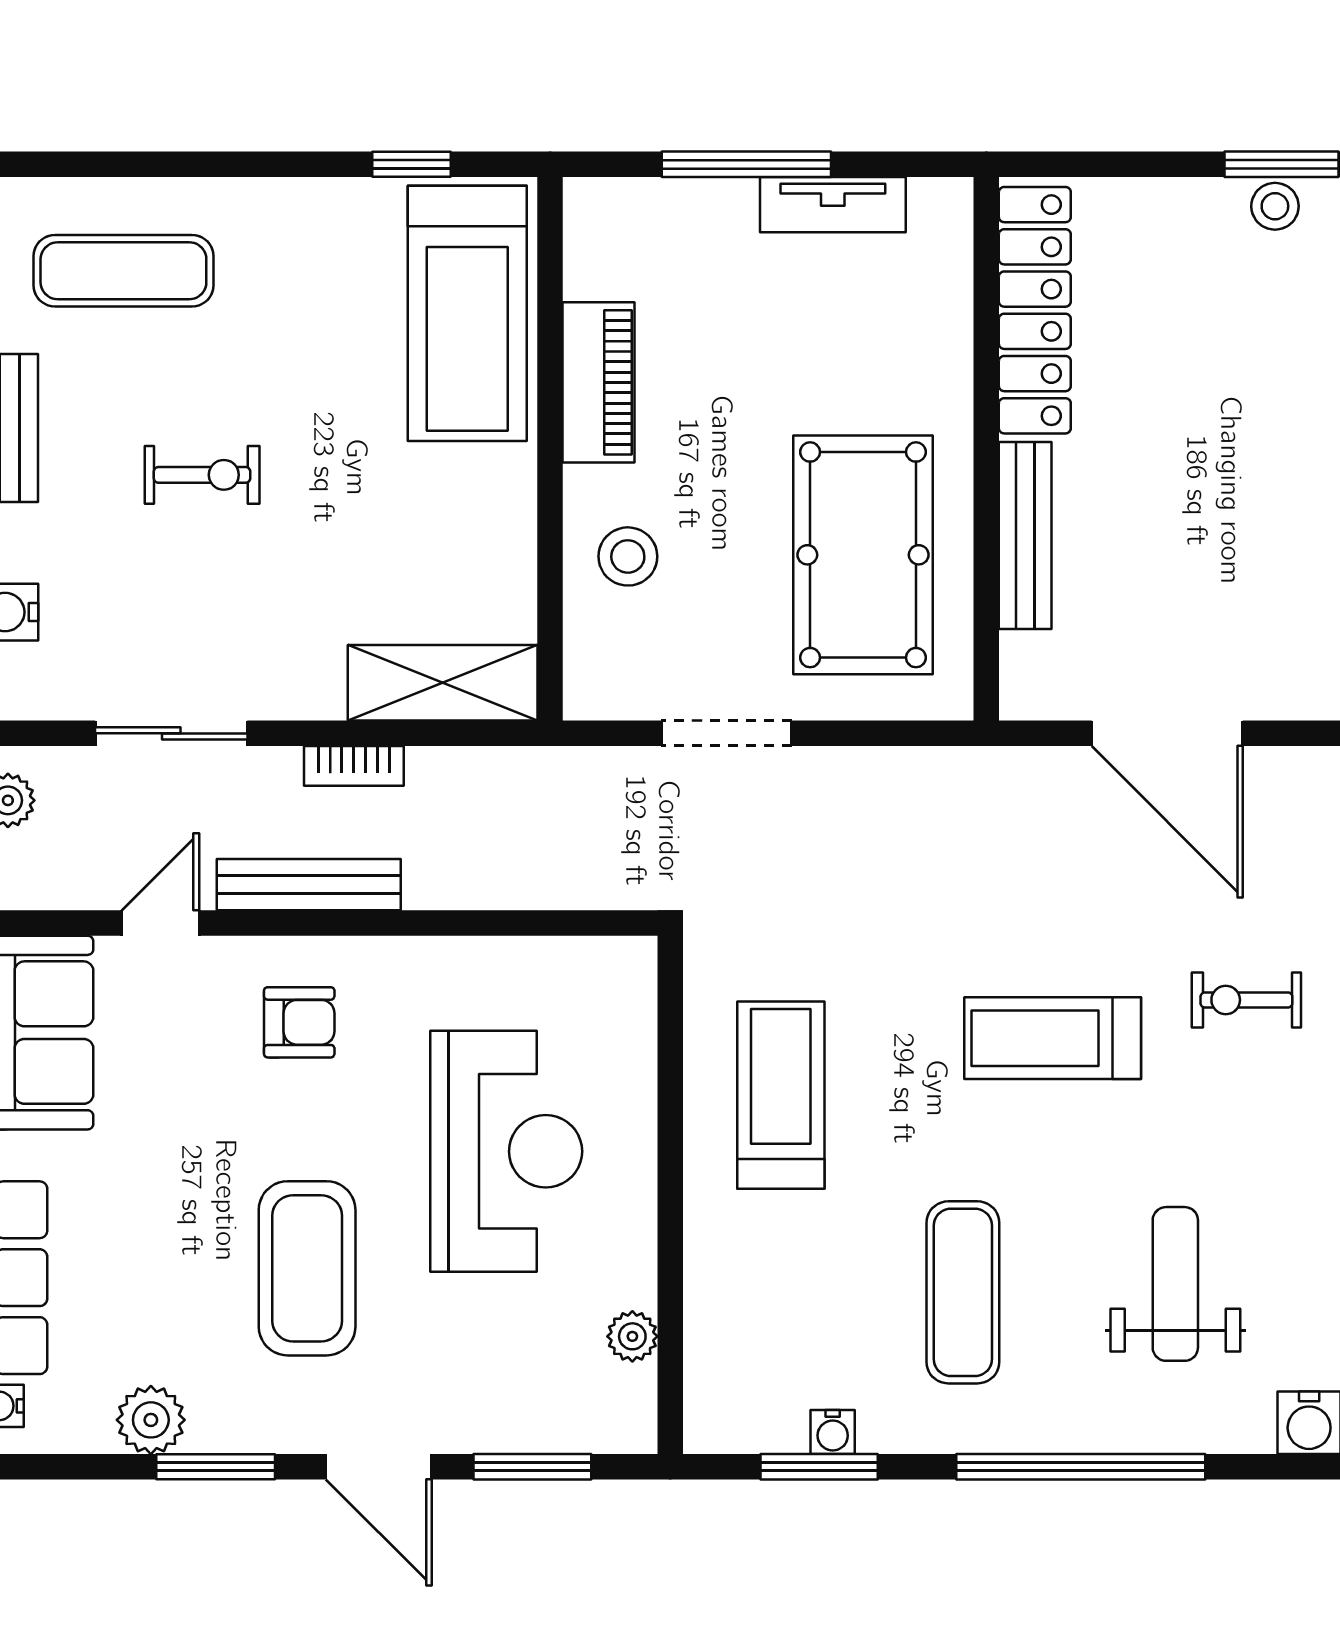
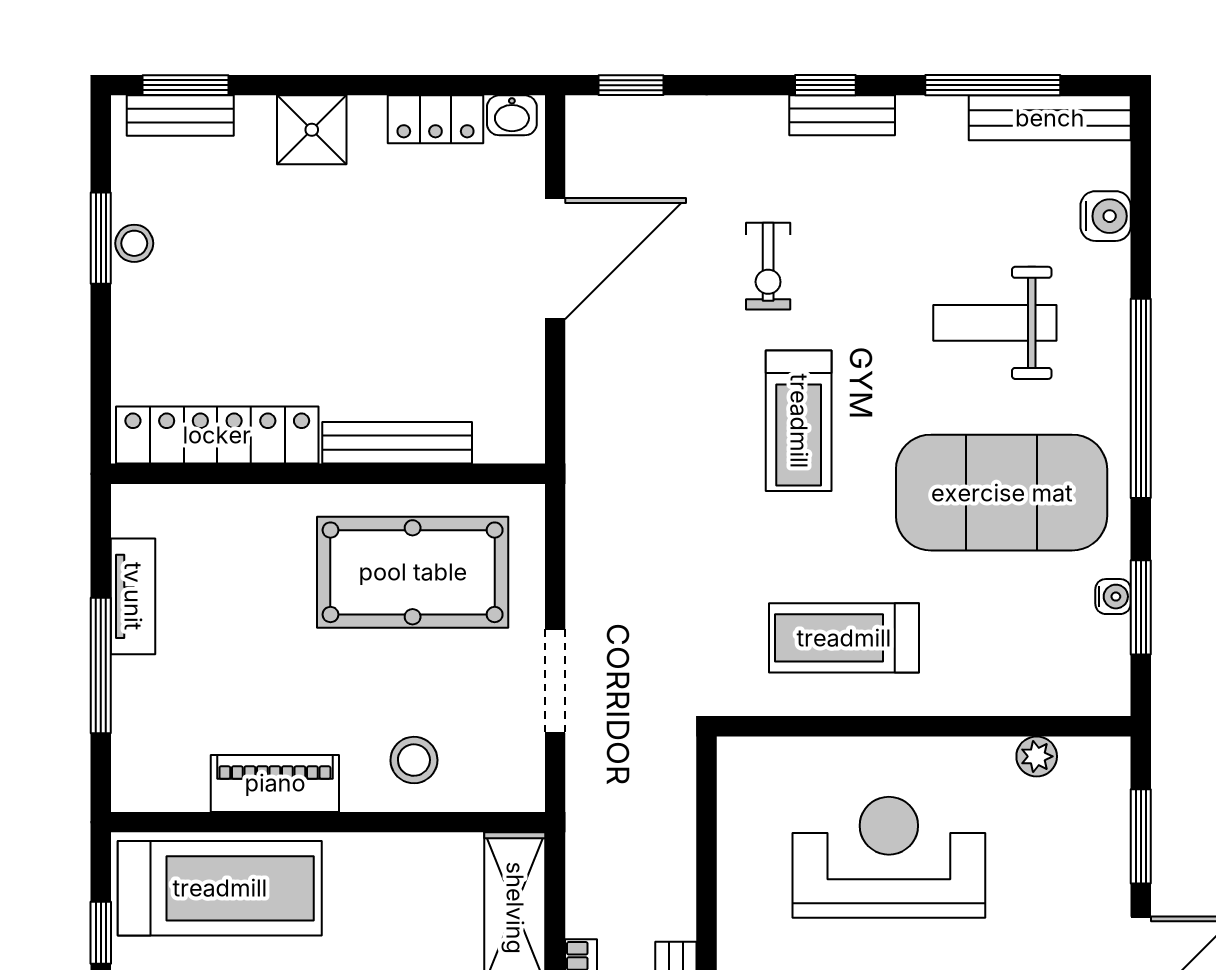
door: (1167, 733) -> (555, 259), moved
exercise mat: (963, 1292) -> (1002, 493), width x2.00, depth x1.45

